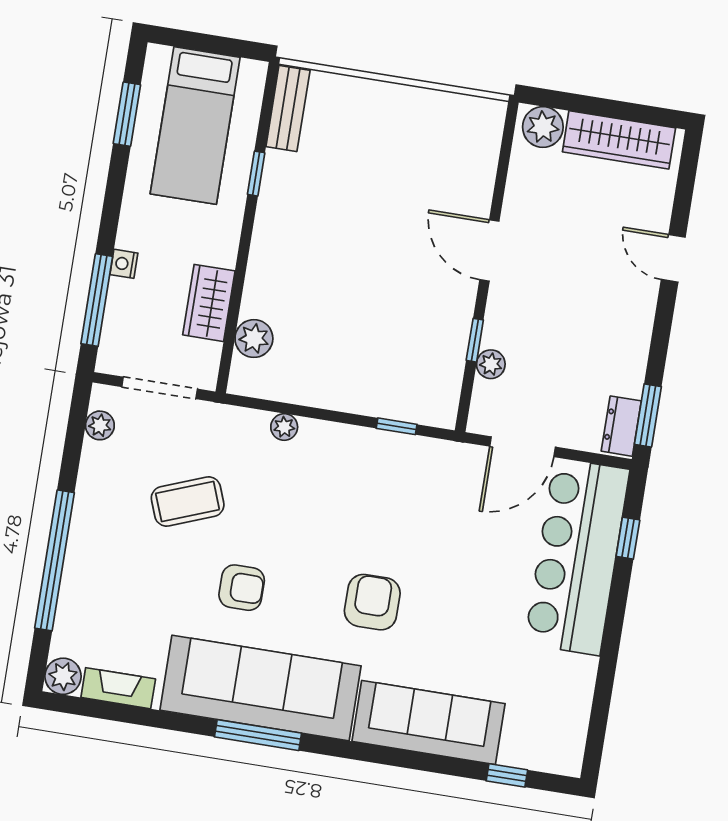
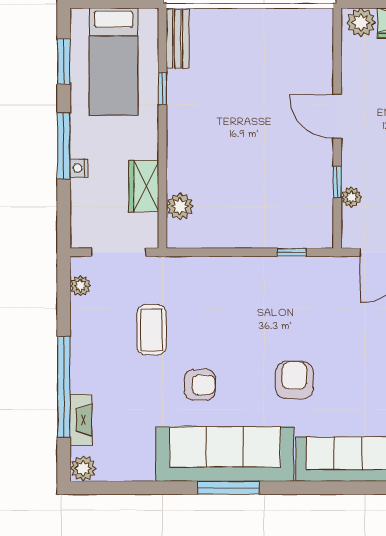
window: (97, 300) -> (64, 146), moved
plant: (284, 427) -> (212, 266), removed
coffee table: (188, 501) -> (152, 330), turned -69
fireplace: (118, 688) -> (81, 420), moved, turned 90

